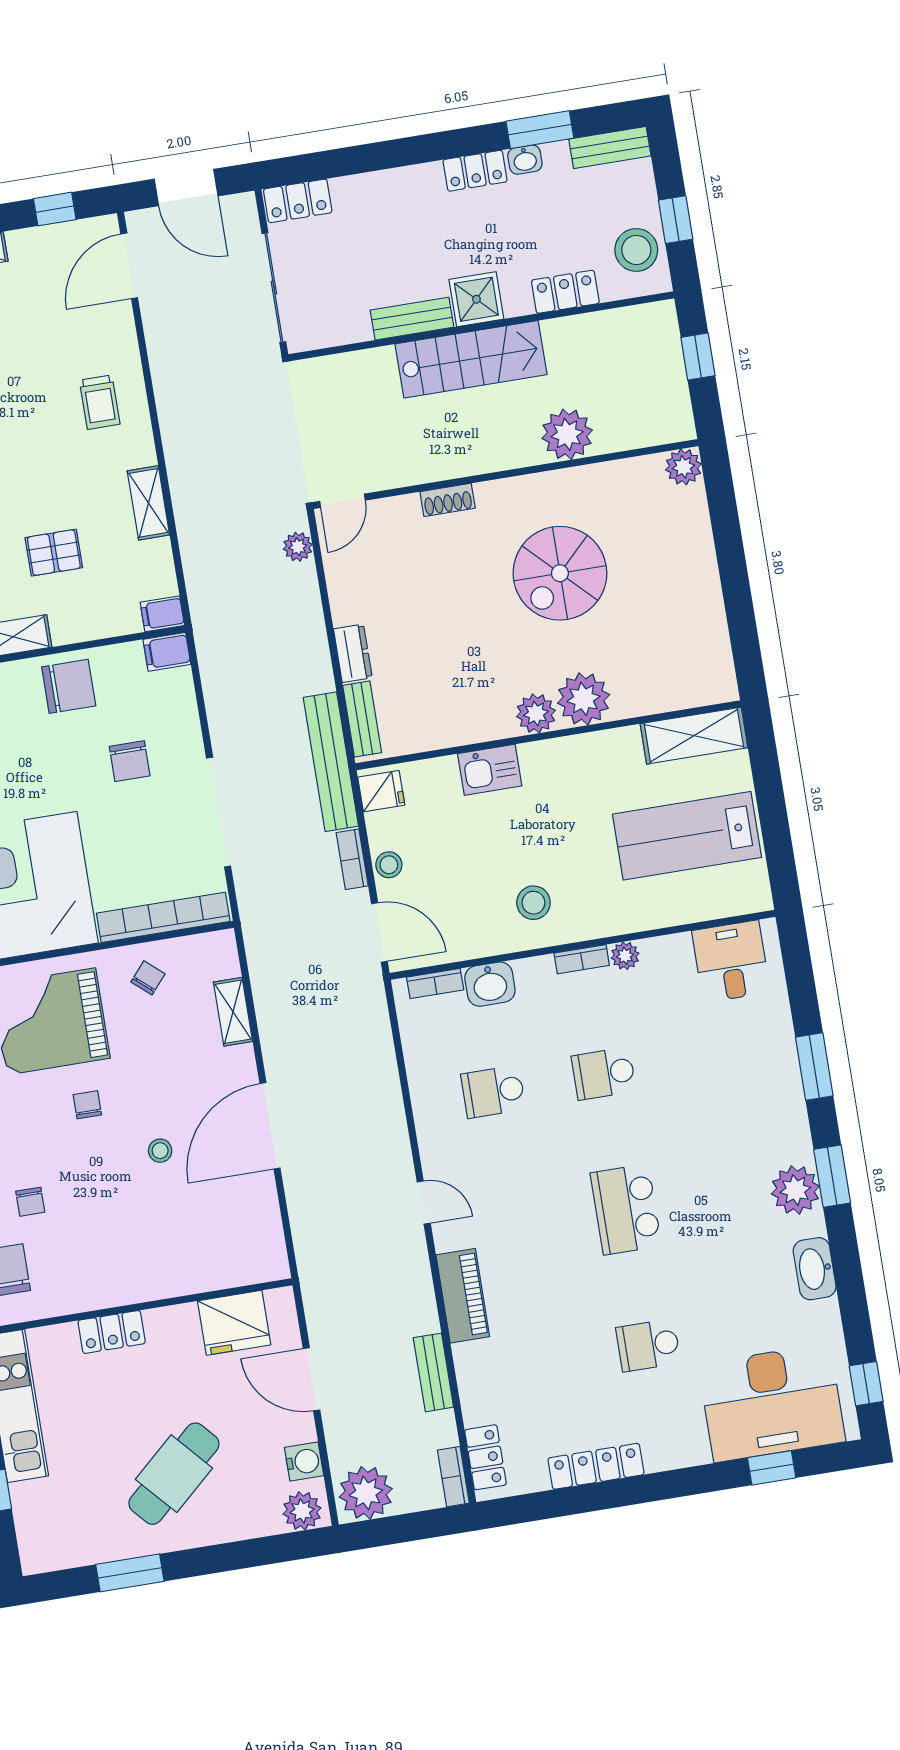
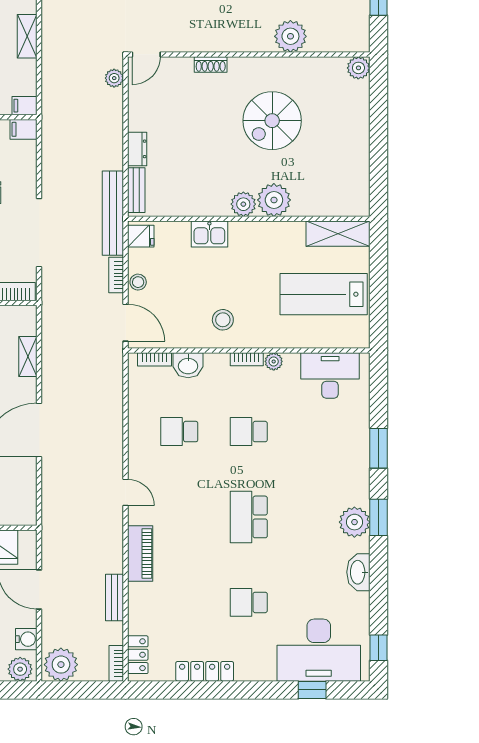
desk: (731, 961) -> (330, 376), width x1.37

